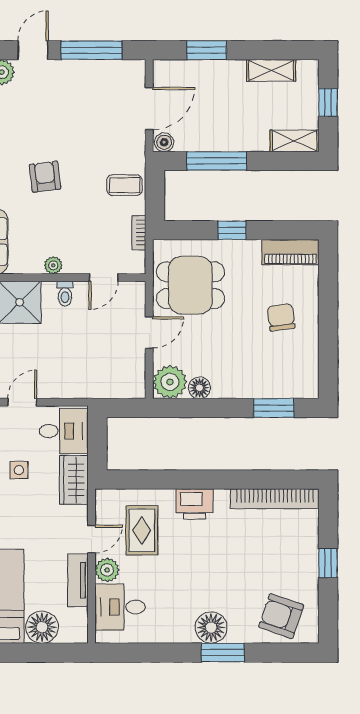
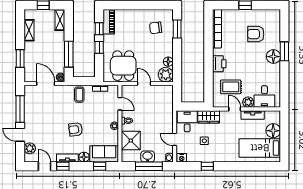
window: (274, 230) -> (99, 29), added
chair: (281, 317) -> (156, 28), moved
armchair: (281, 616) -> (256, 34), moved, turned 71

